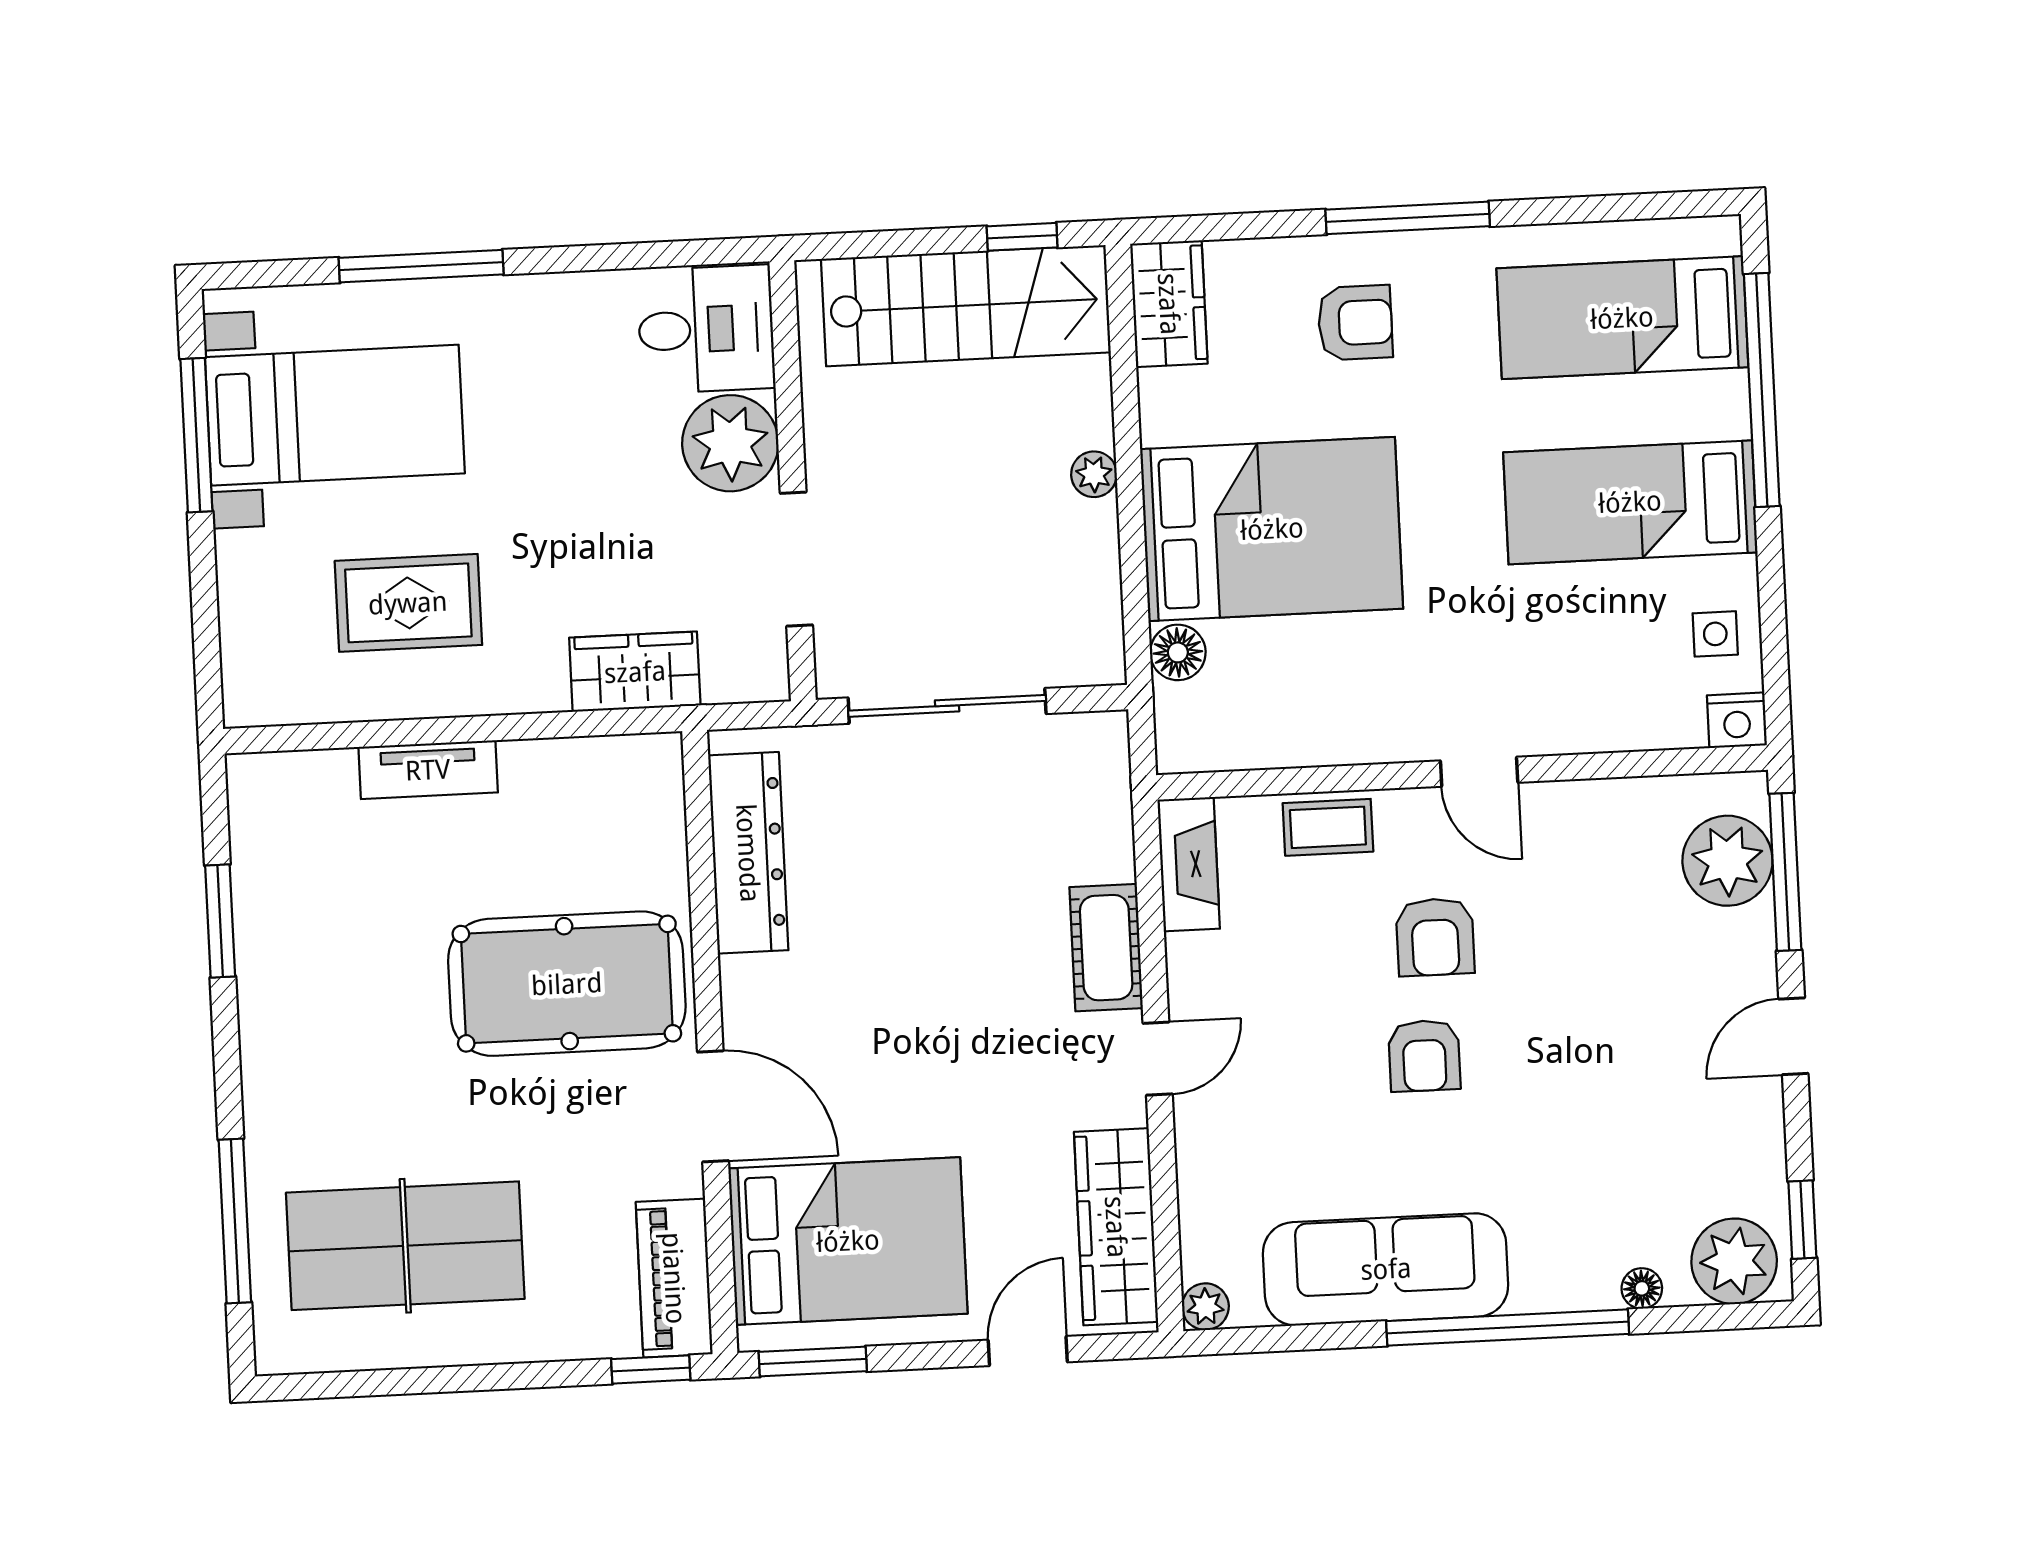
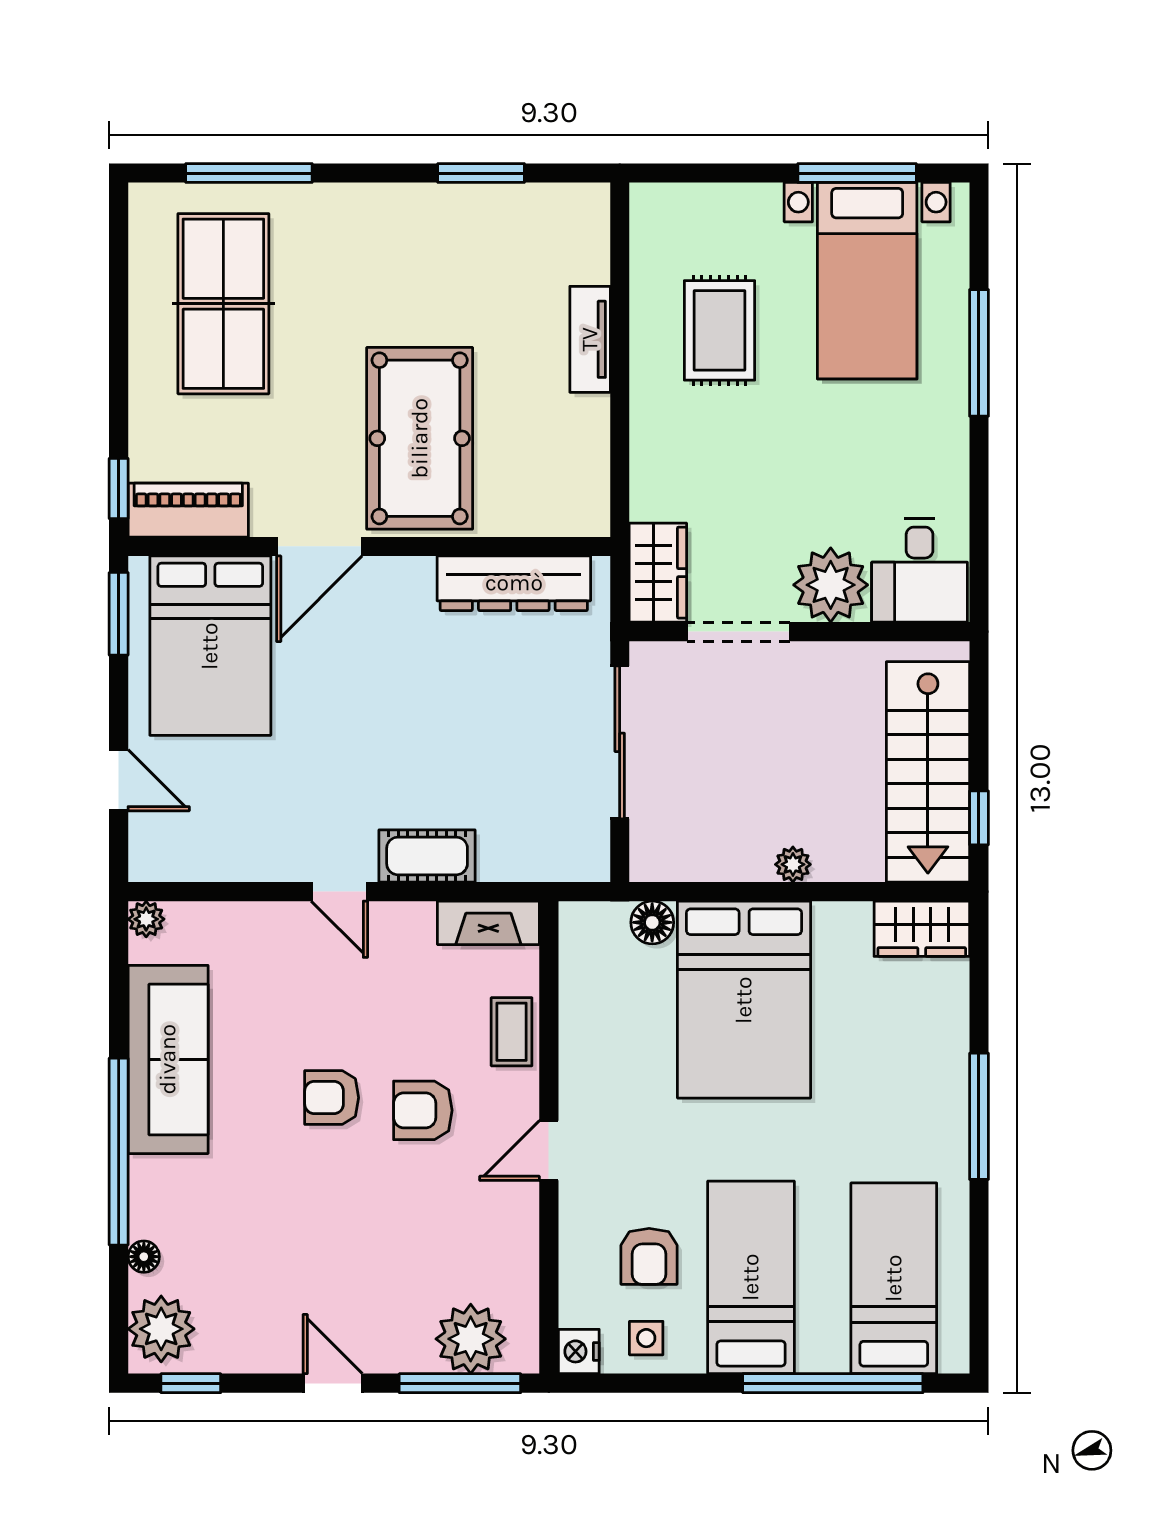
armchair: (1355, 323) -> (649, 1256), moved
wardrobe: (635, 672) -> (658, 573), moved
wardrobe: (1116, 1227) -> (211, 853), removed

